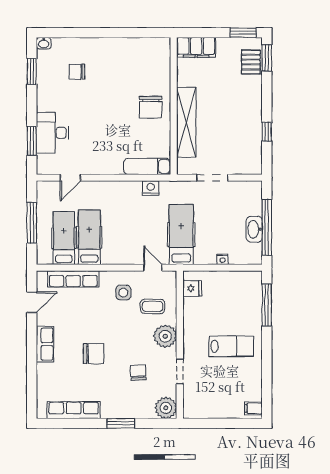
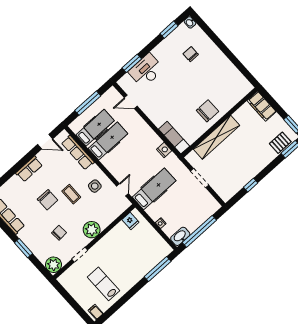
chair: (151, 107) -> (207, 111), turned 180
washbasin: (254, 229) -> (180, 236), moved
coffee table: (152, 306) -> (71, 194), moved
lab bench: (231, 346) -> (103, 284), moved, turned 180

